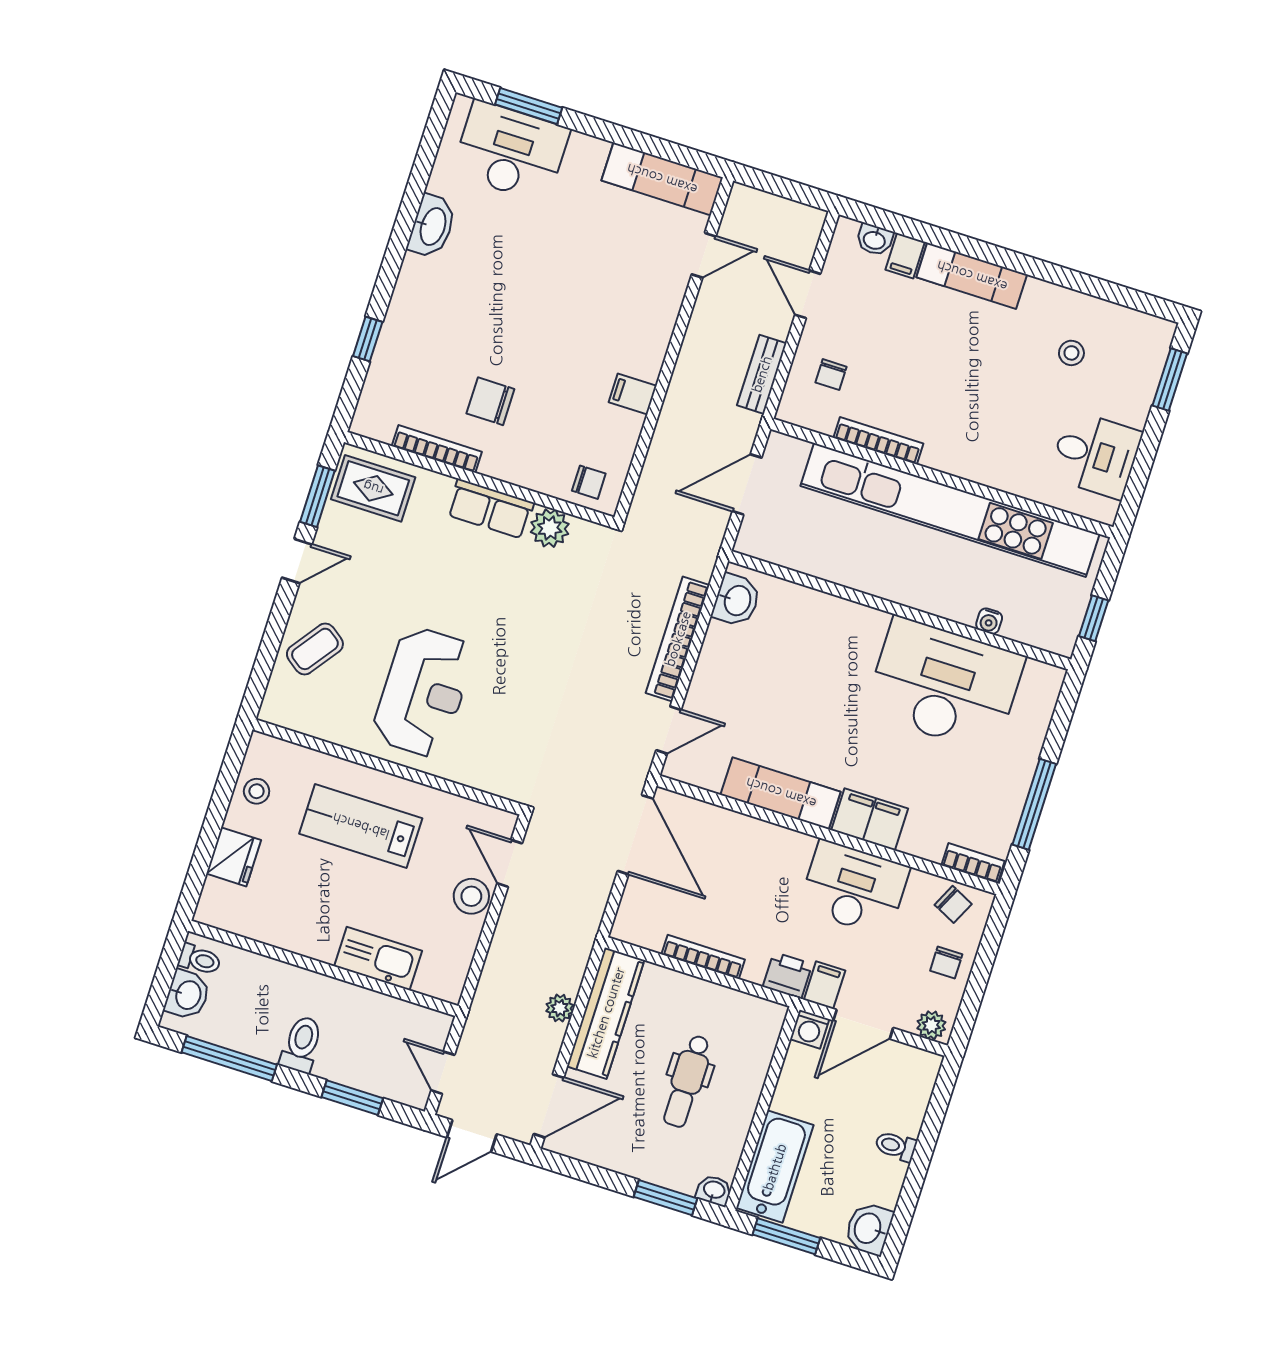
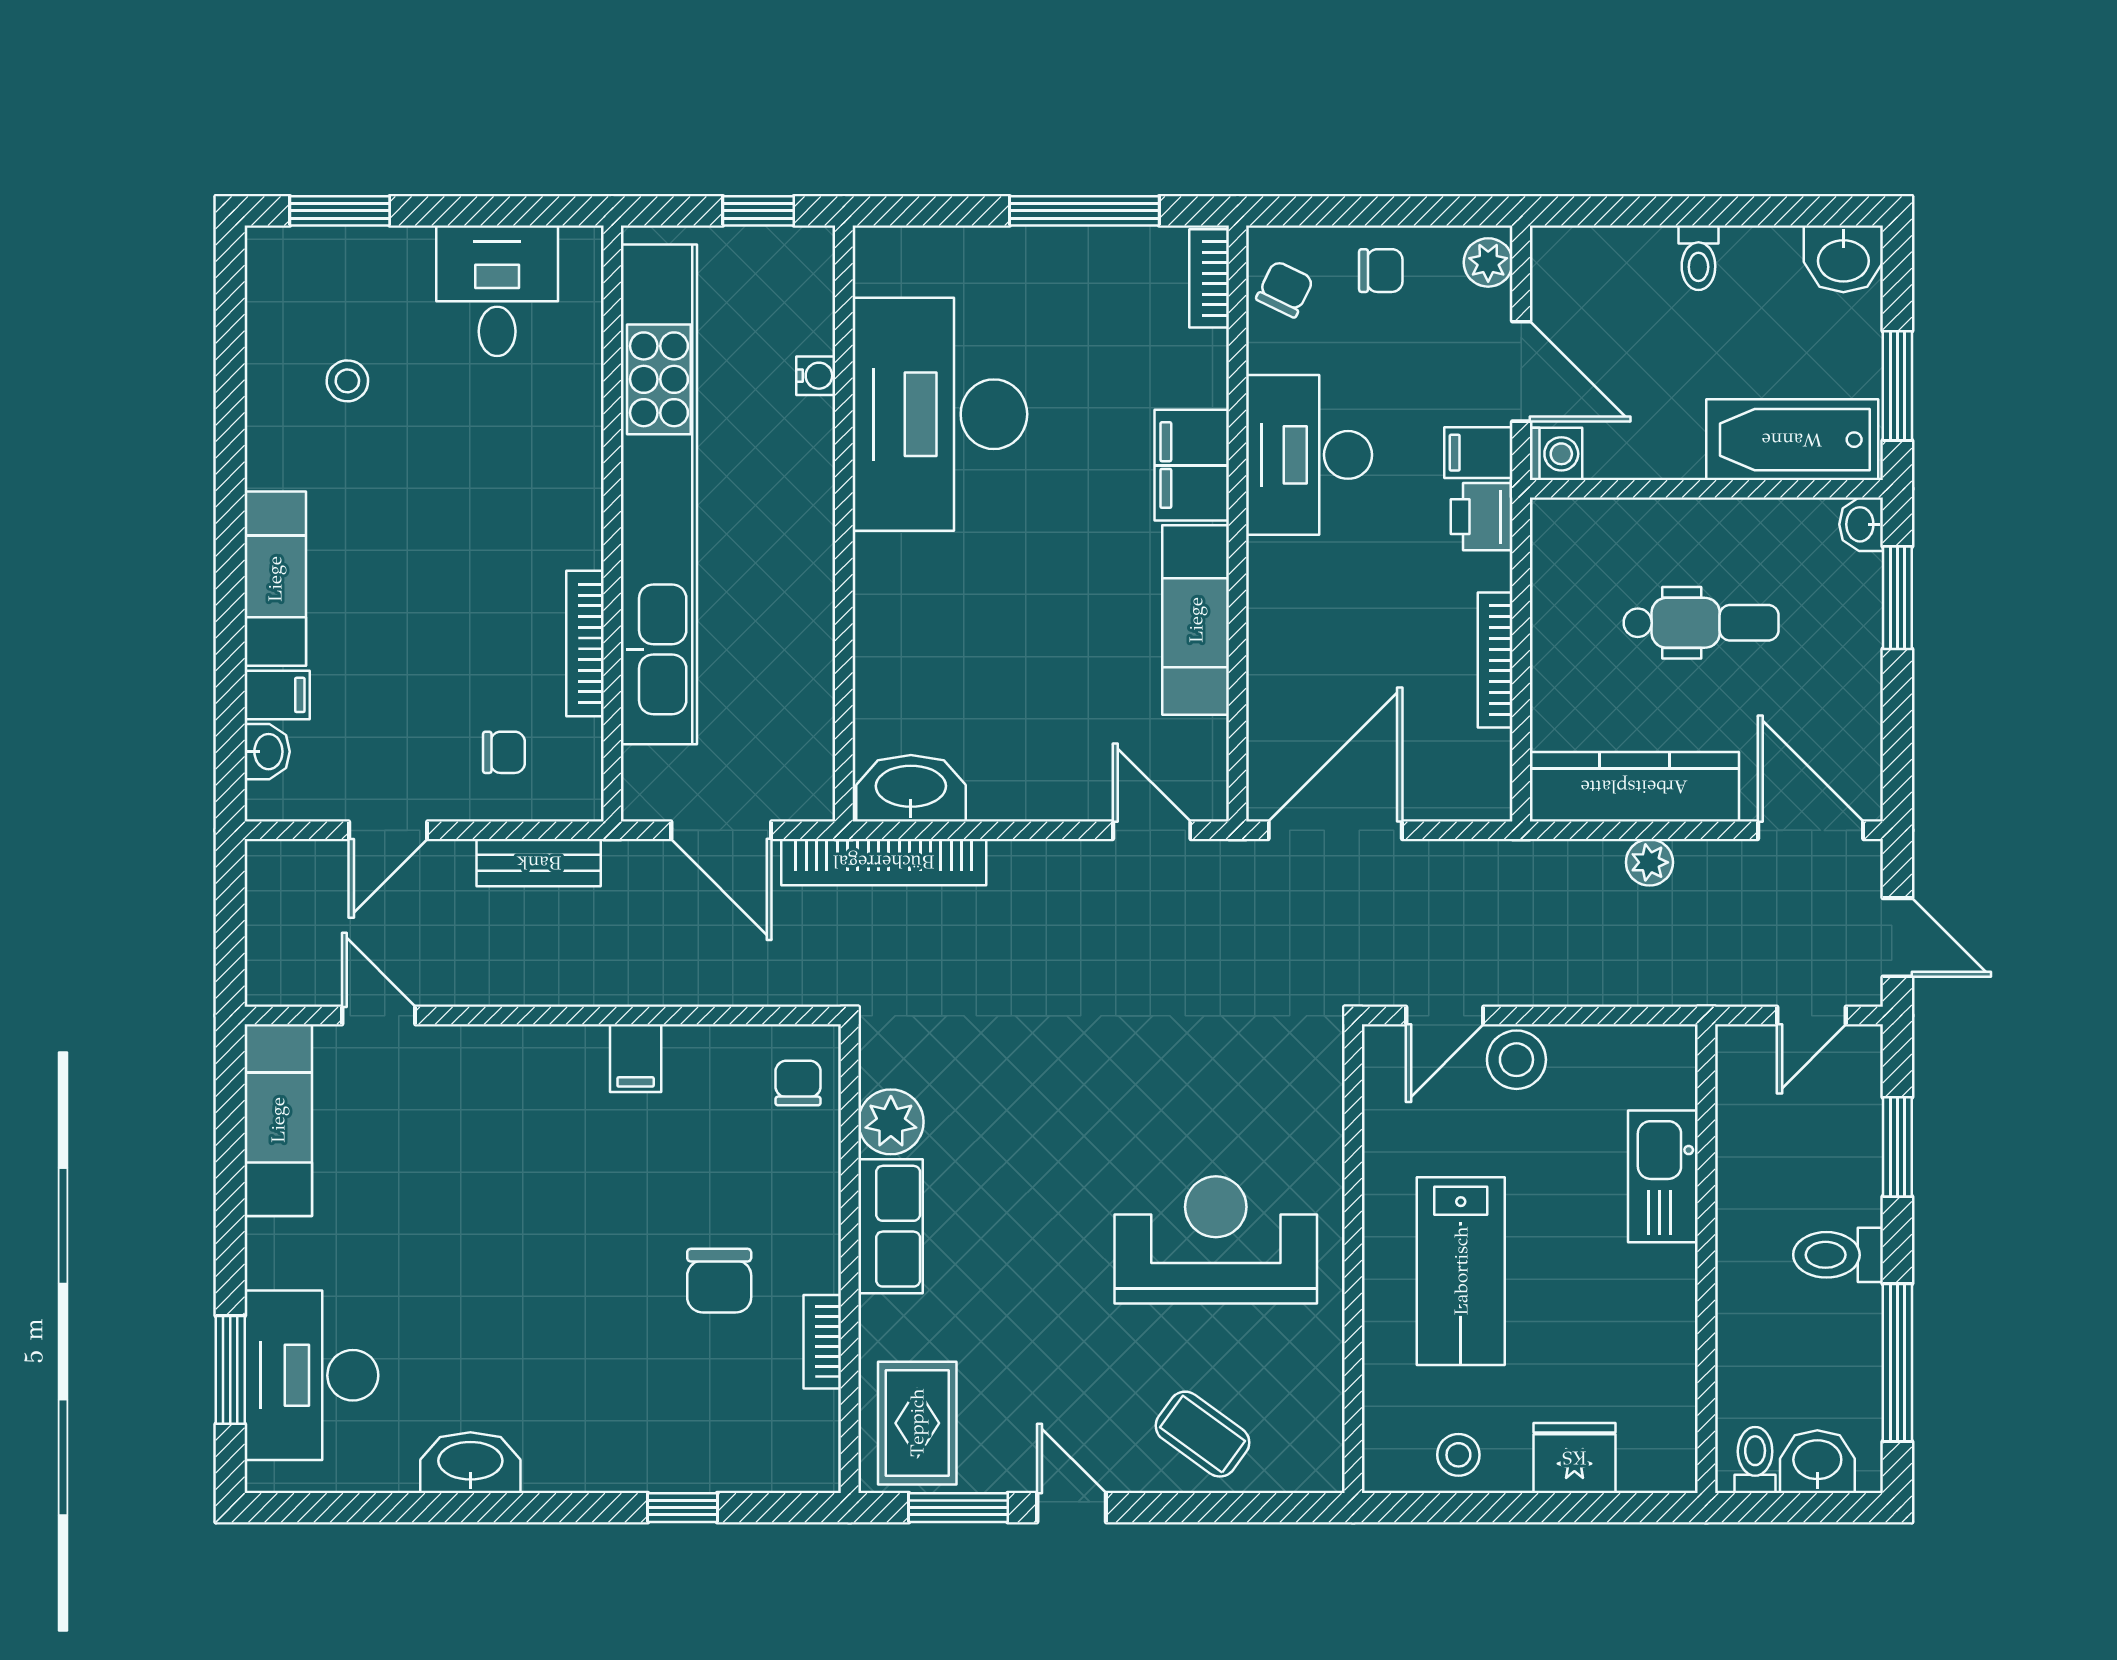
bookcase: (437, 449) -> (822, 1342), width x0.64
washbasin: (736, 600) -> (911, 788), width x1.38
bookcase: (678, 639) -> (884, 862), moved

